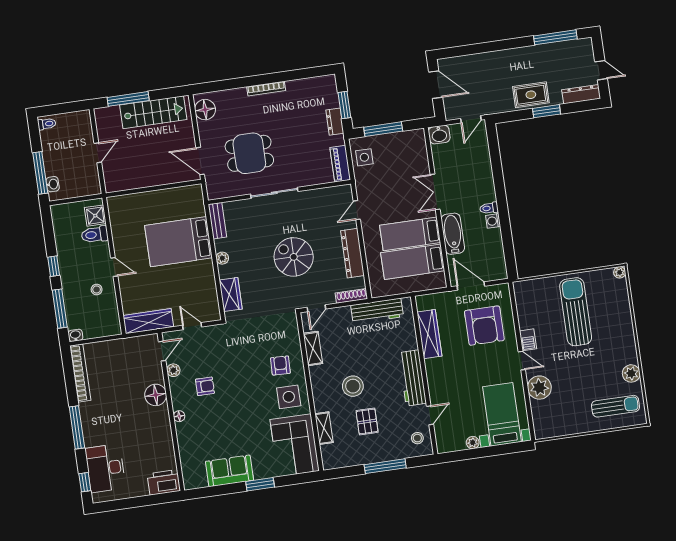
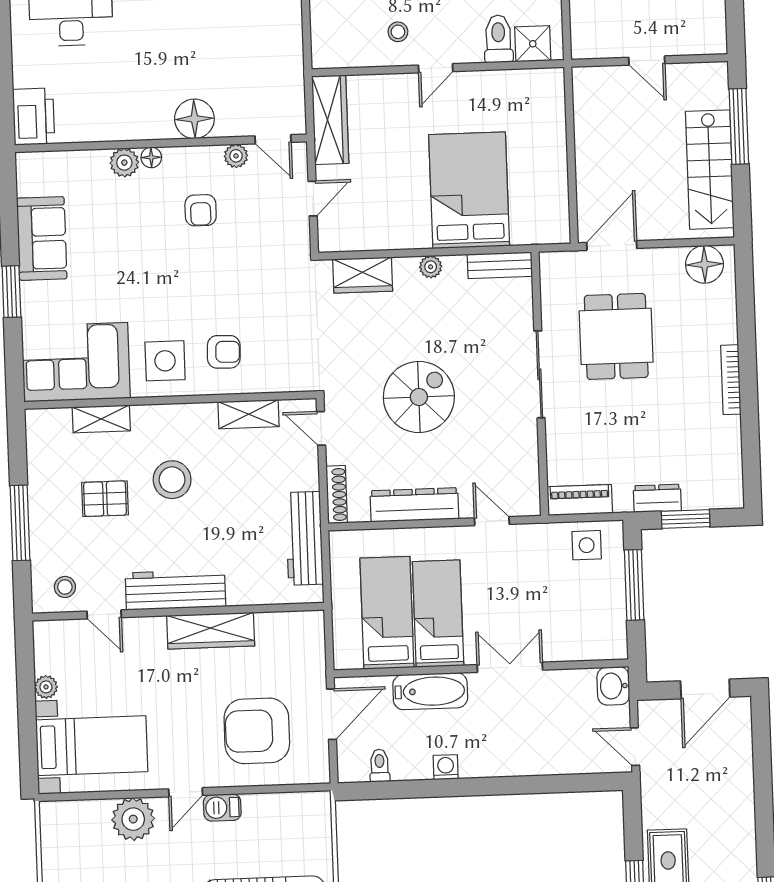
toilet: (489, 208) -> (380, 765), moved
wardrobe: (429, 334) -> (211, 631), moved
plant: (183, 430) -> (124, 163), added

